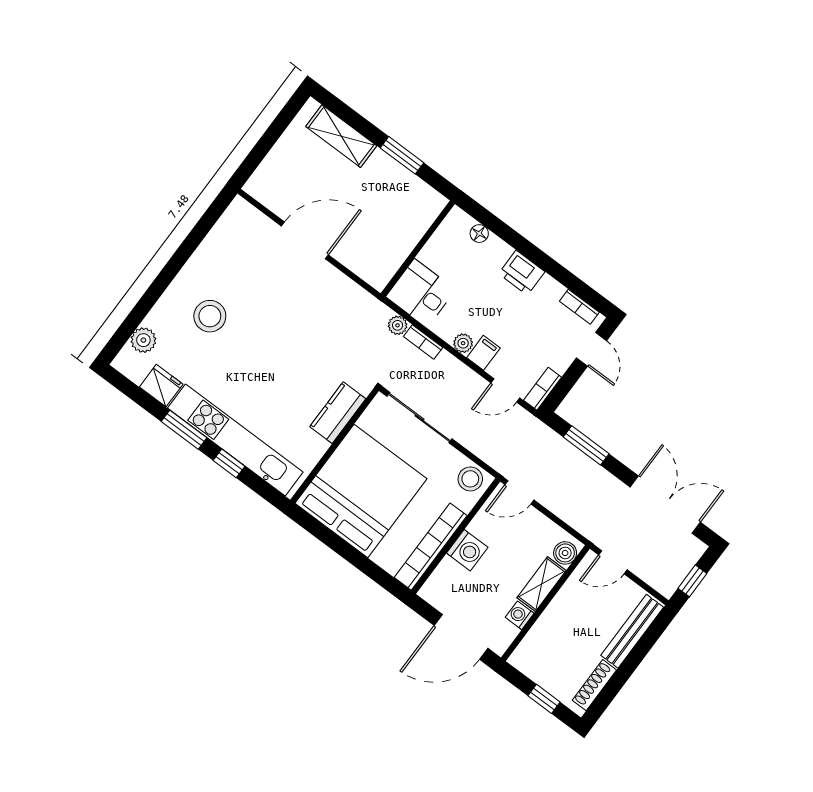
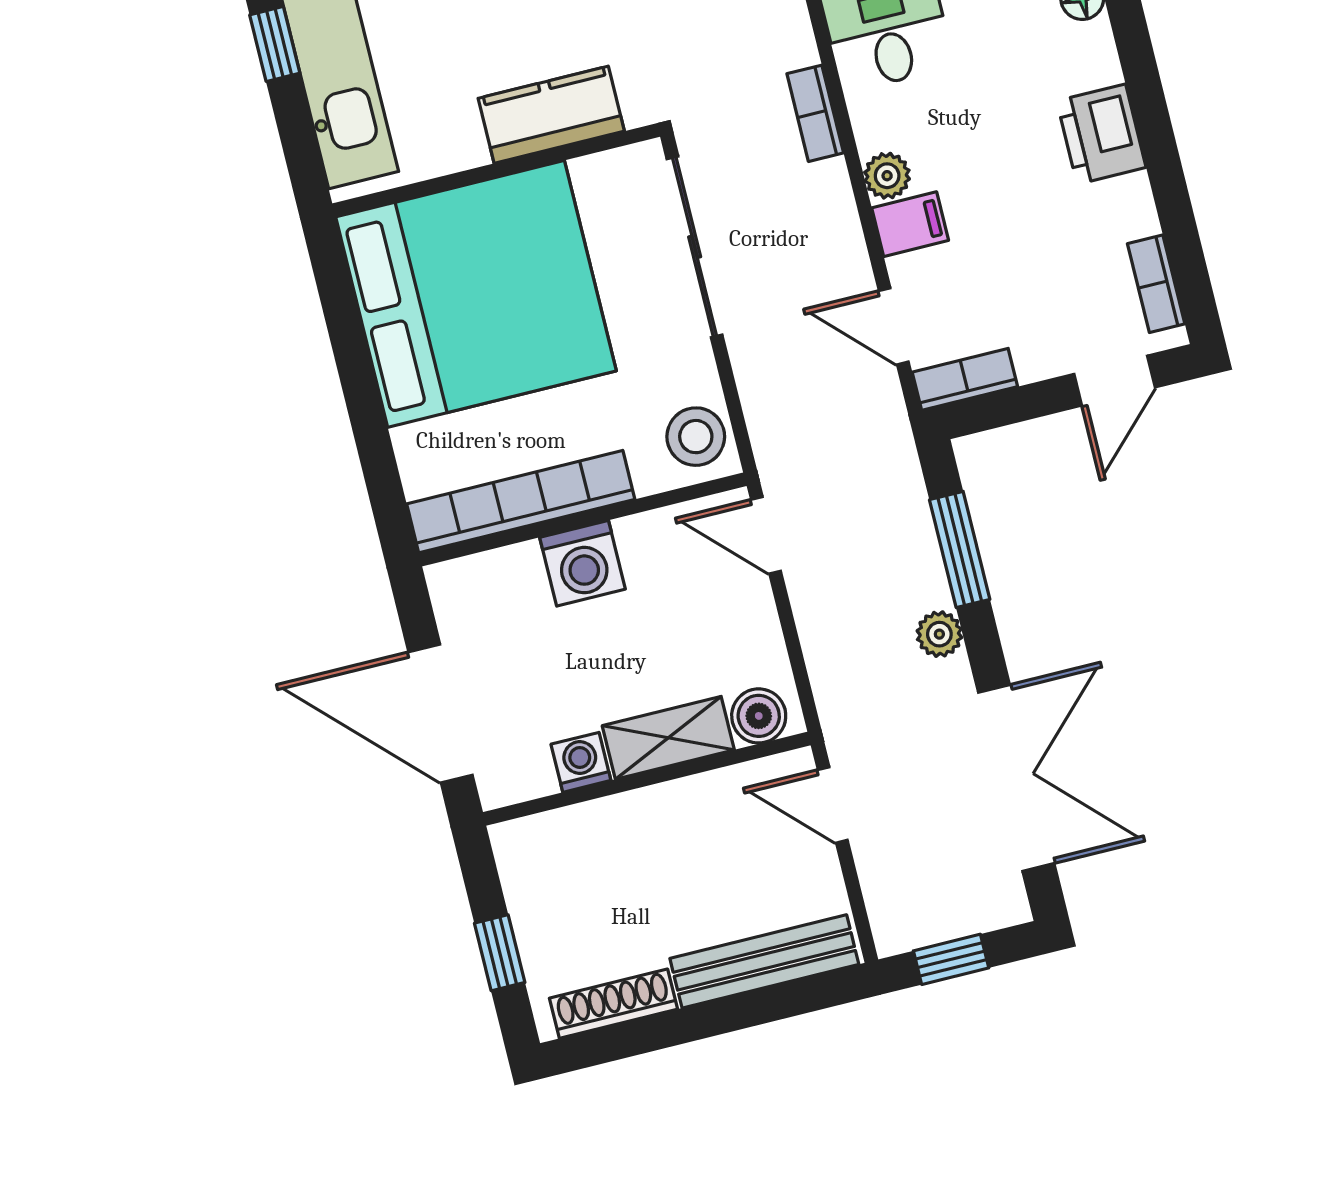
plant: (398, 325) -> (939, 634), moved

